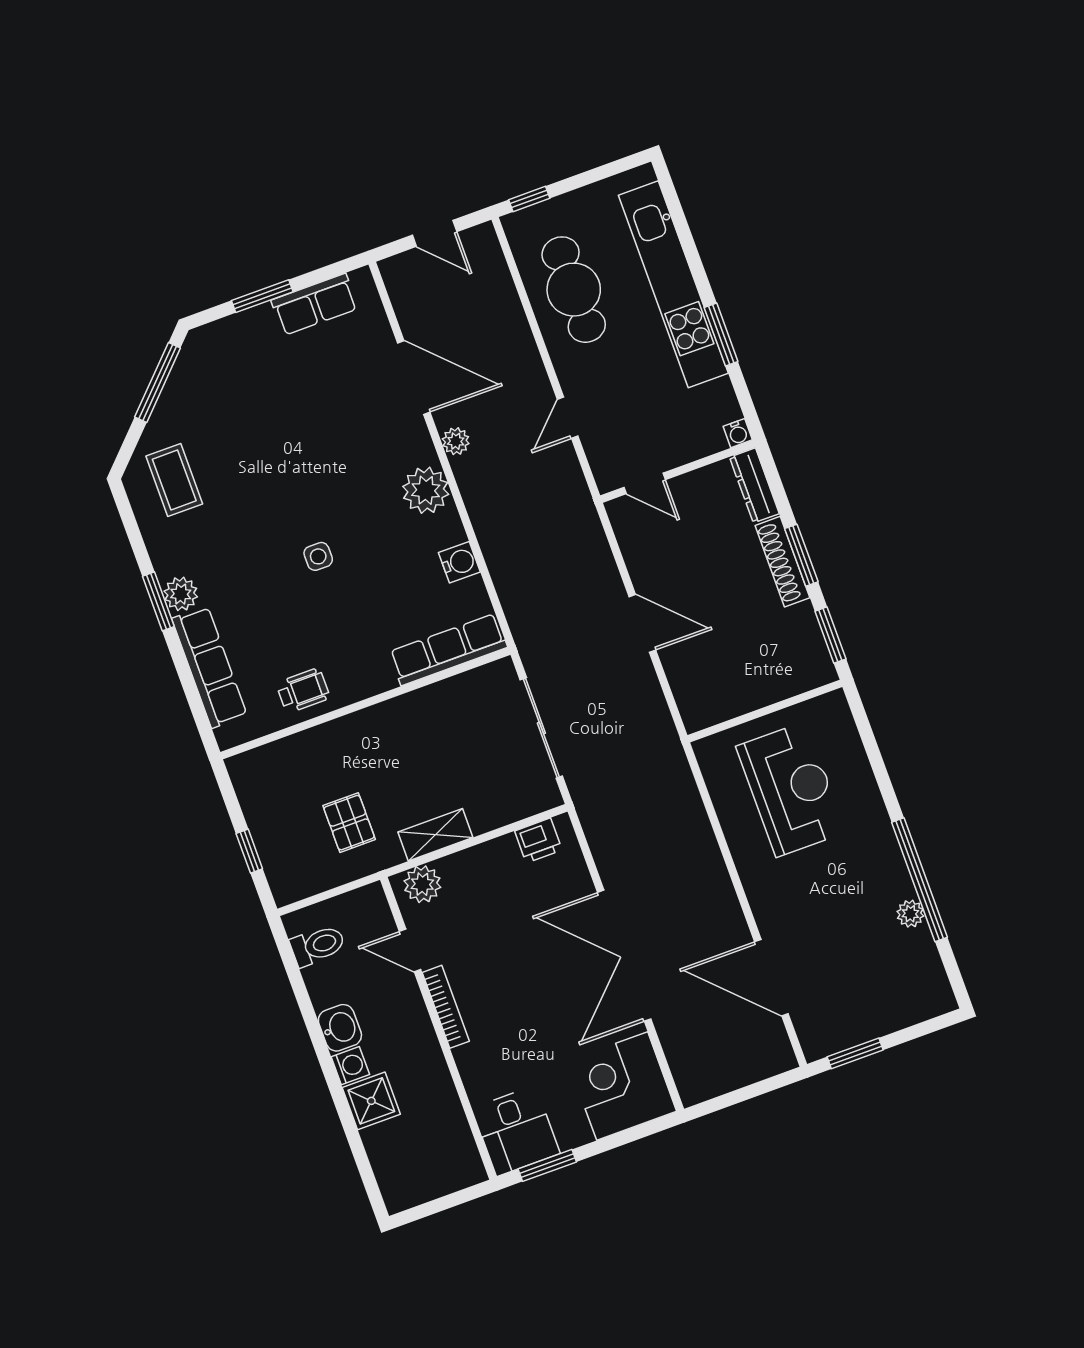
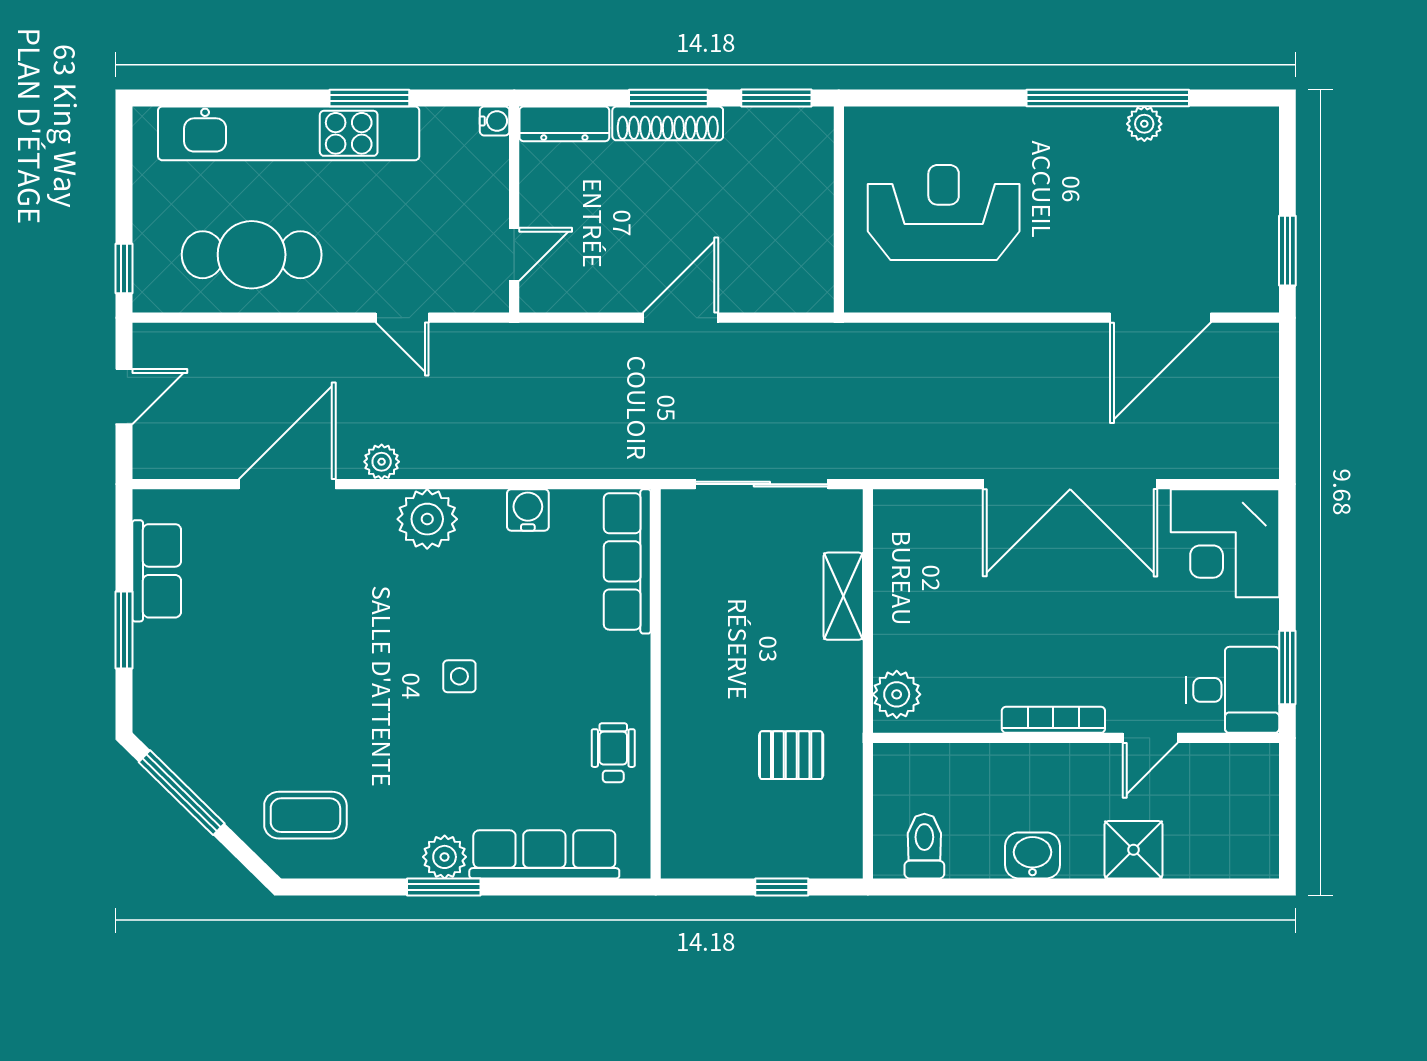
shelving: (435, 835) -> (843, 596), moved
printer: (538, 841) -> (895, 537), removed
door: (410, 951) -> (1150, 738), moved
washing machine: (350, 1066) -> (1082, 860), removed

